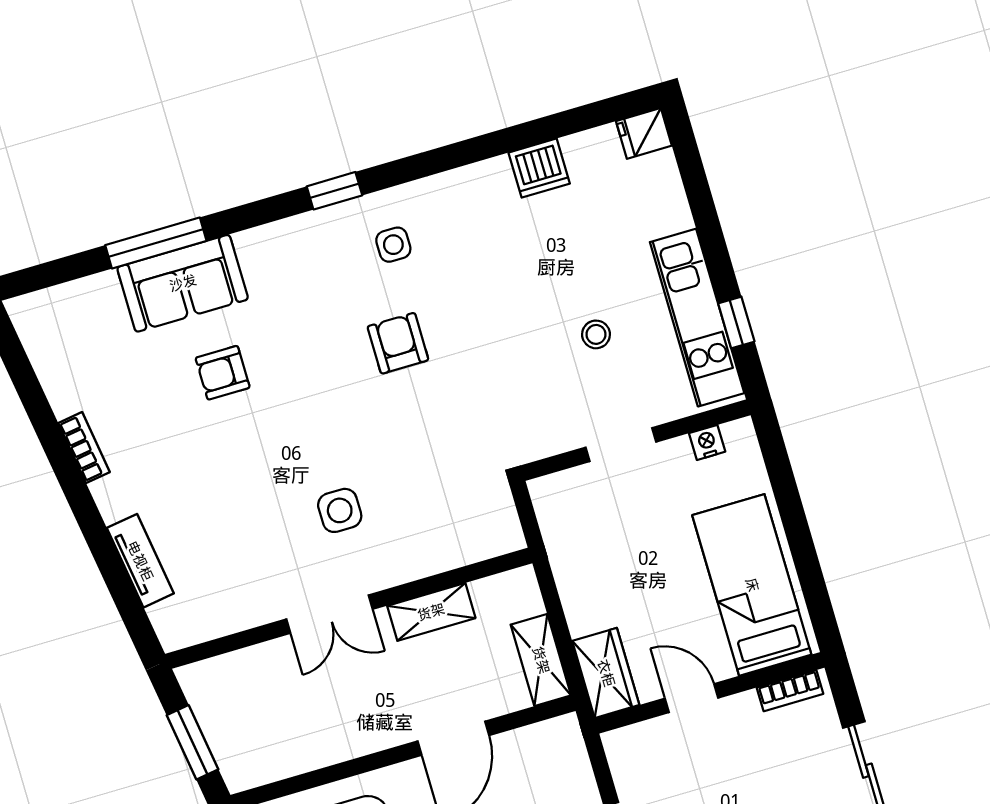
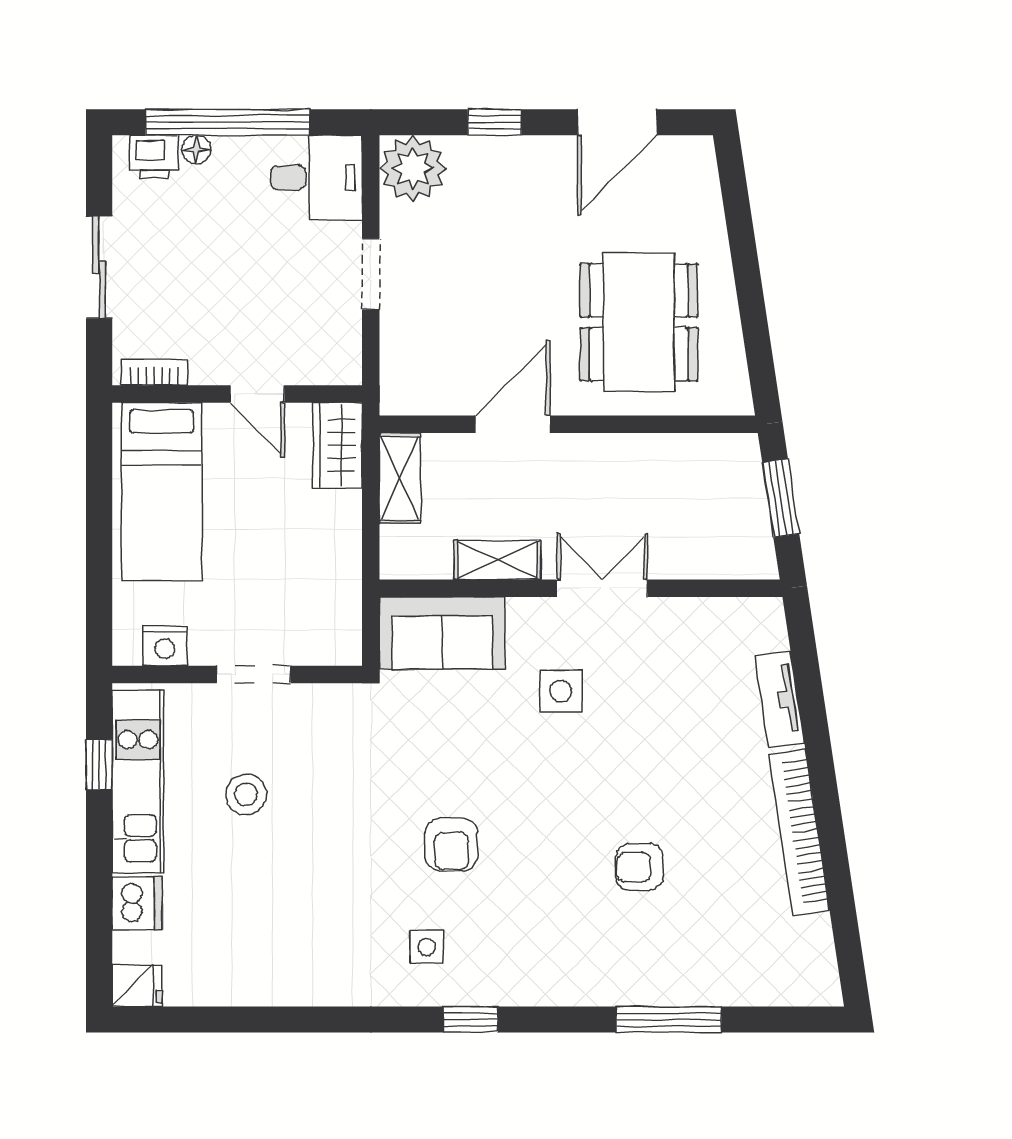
dishwasher: (539, 168) -> (137, 903), moved, turned 90
sofa: (183, 283) -> (442, 633), moved, turned 180
stool: (596, 334) -> (246, 795), width x1.37, depth x1.37
armchair: (223, 373) -> (639, 867), turned 180
nightstand: (707, 442) -> (165, 646), width x1.39, depth x1.35
bookcase: (84, 448) -> (799, 833), width x2.31, depth x1.31

